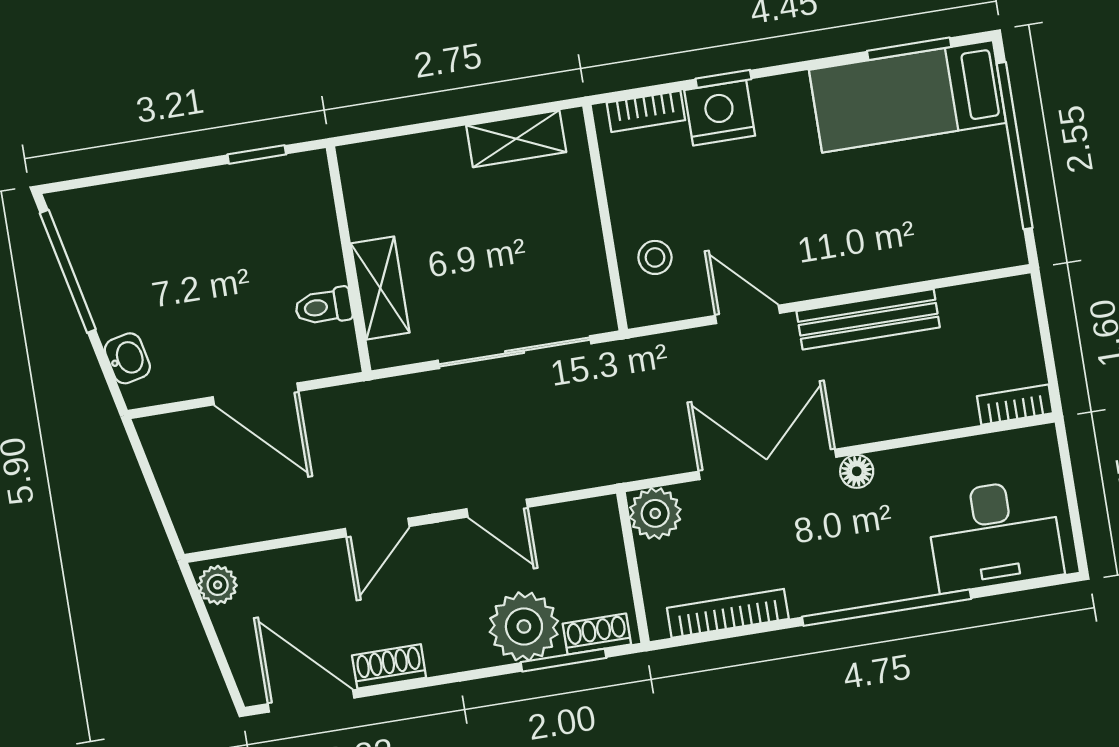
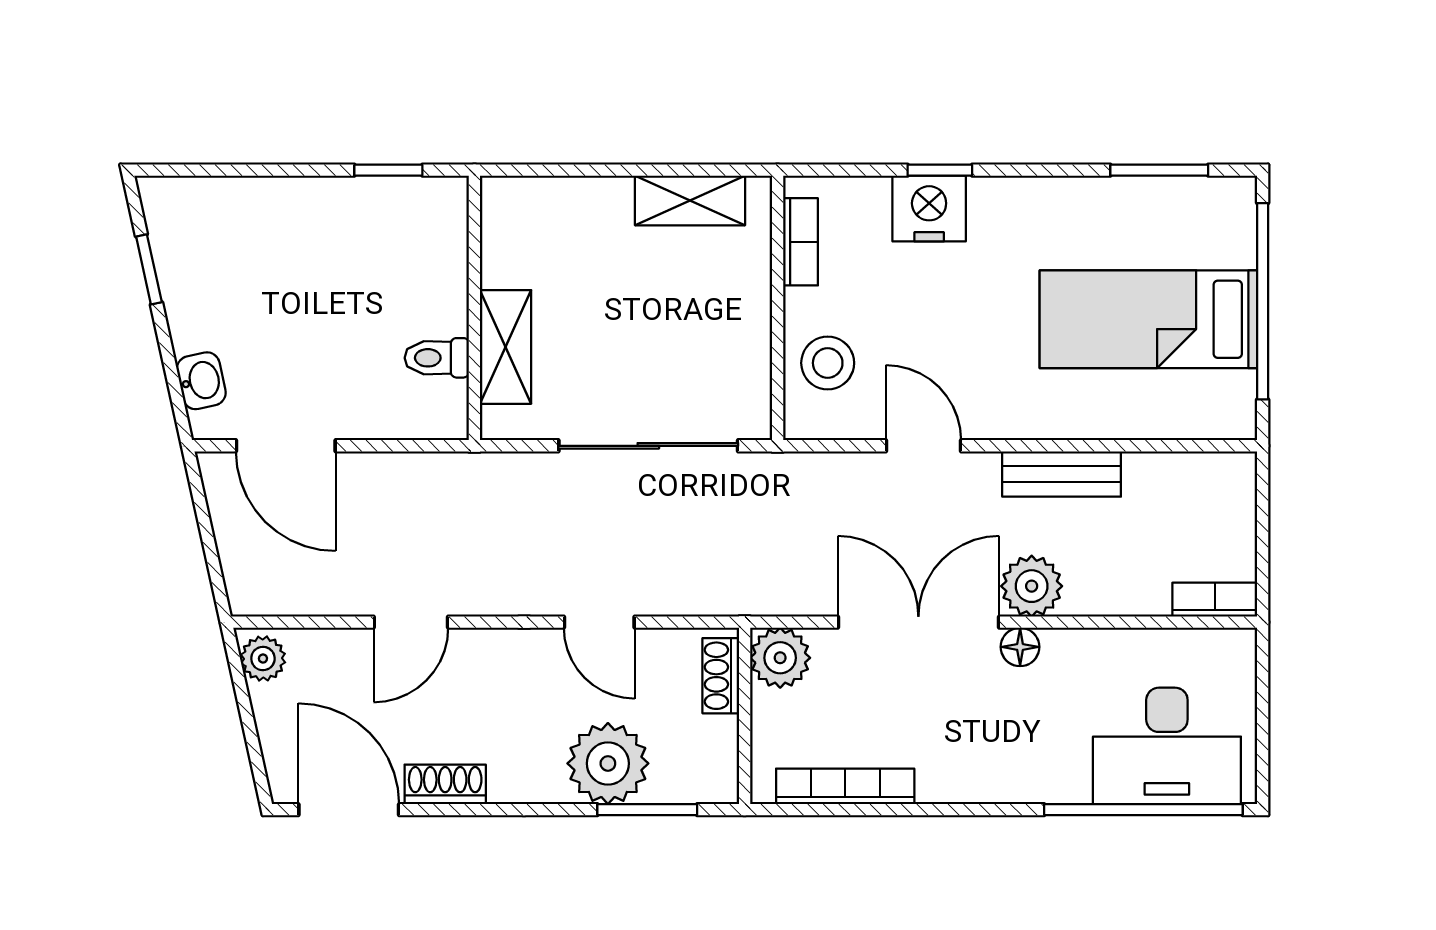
bed: (907, 96) -> (1148, 319), moved
bookcase: (646, 111) -> (801, 242), moved, turned -90
stool: (655, 257) -> (828, 363), width x1.37, depth x1.37
window: (68, 271) -> (149, 269), width x0.46
bench: (868, 319) -> (1062, 474), width x0.73
door: (256, 394) -> (286, 446), moved
plant: (858, 418) -> (1032, 586), added
door: (377, 527) -> (411, 622), moved
window: (887, 608) -> (1143, 810), moved
shoe rack: (597, 634) -> (721, 676), moved, turned -90

